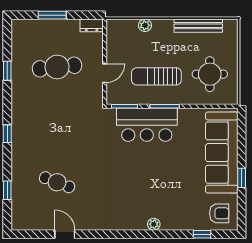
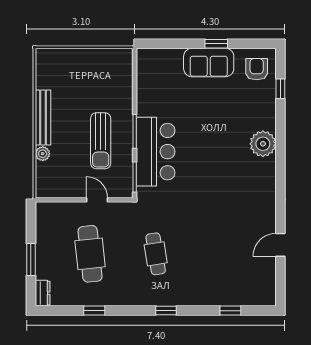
dresser: (92, 25) -> (43, 293), moved
bench: (198, 26) -> (43, 117), moved
round table: (210, 74) -> (98, 80), removed
sofa: (222, 153) -> (209, 62), width x0.54, depth x0.79
cafe table: (57, 182) -> (156, 254), moved, turned -30
plant: (154, 224) -> (263, 144), width x1.88, depth x1.88

